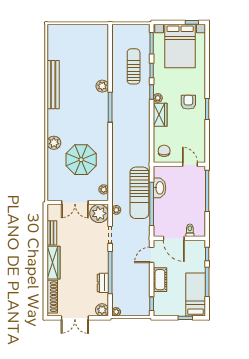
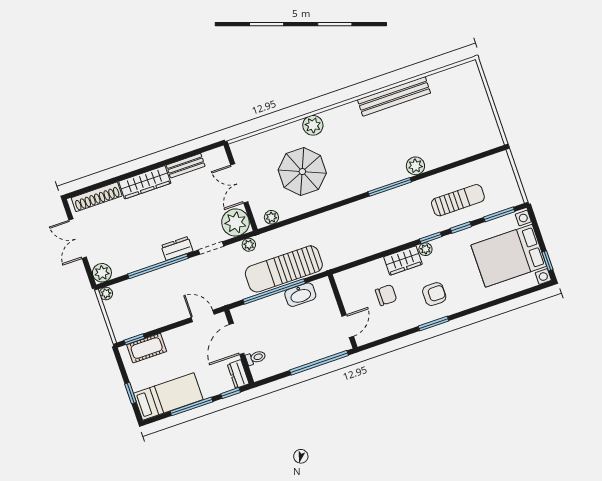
chair: (164, 151) -> (386, 295), moved
dresser: (197, 245) -> (238, 374), added
cot: (160, 280) -> (147, 348), moved
dresser: (103, 283) -> (177, 248), moved

